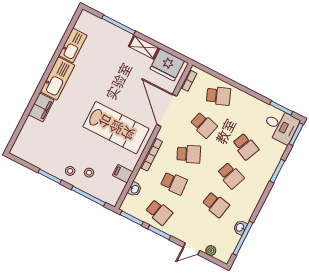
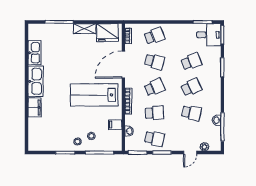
door: (167, 110) -> (123, 65), hinge flipped
lab bench: (116, 128) -> (94, 95), turned 180
school desk: (245, 146) -> (191, 62), turned -45
school desk: (231, 175) -> (191, 87), turned -45

